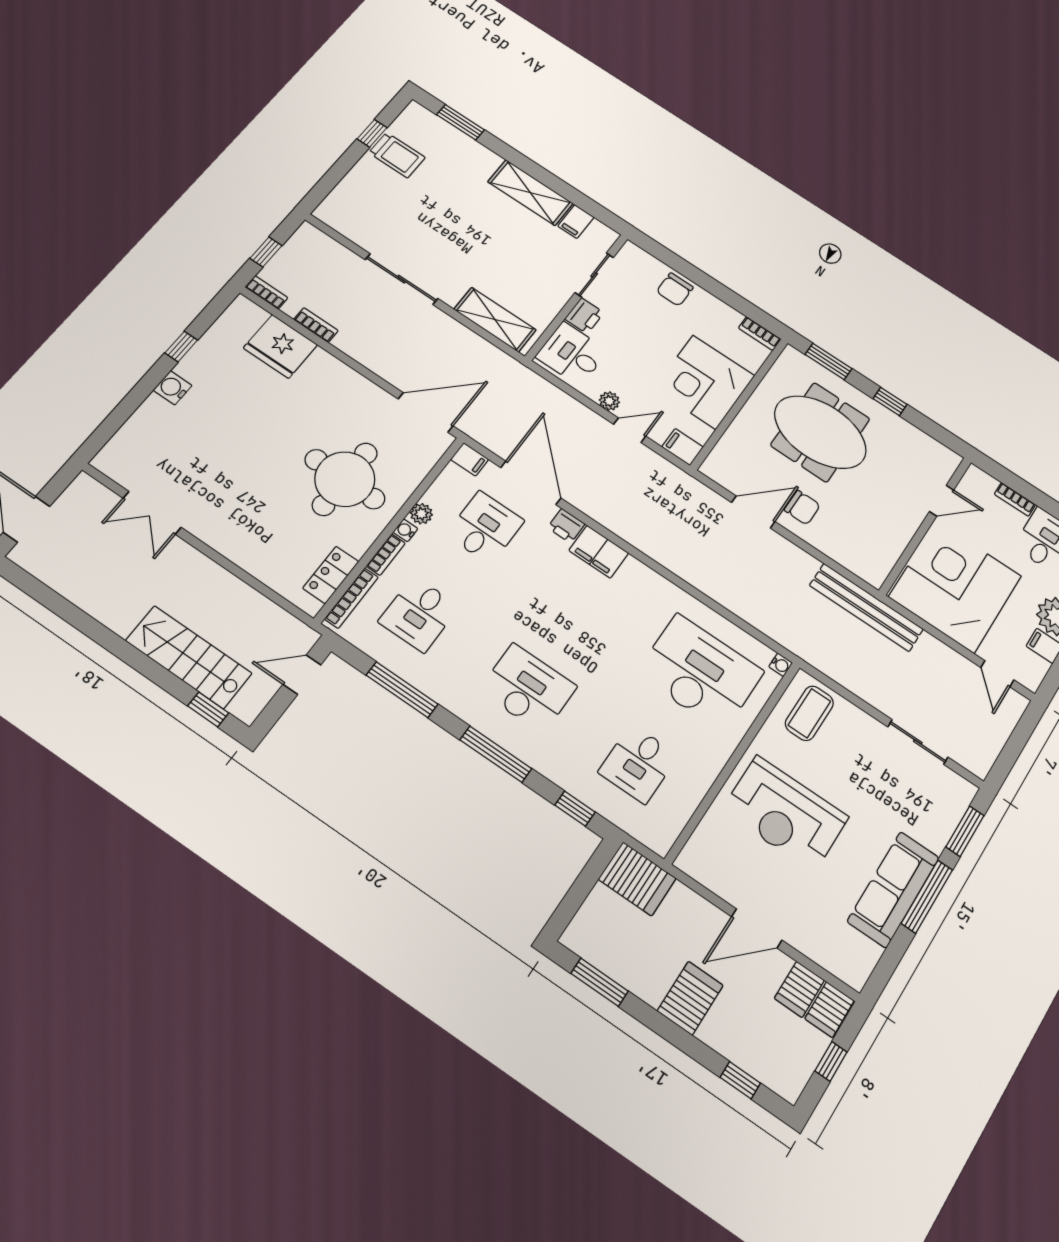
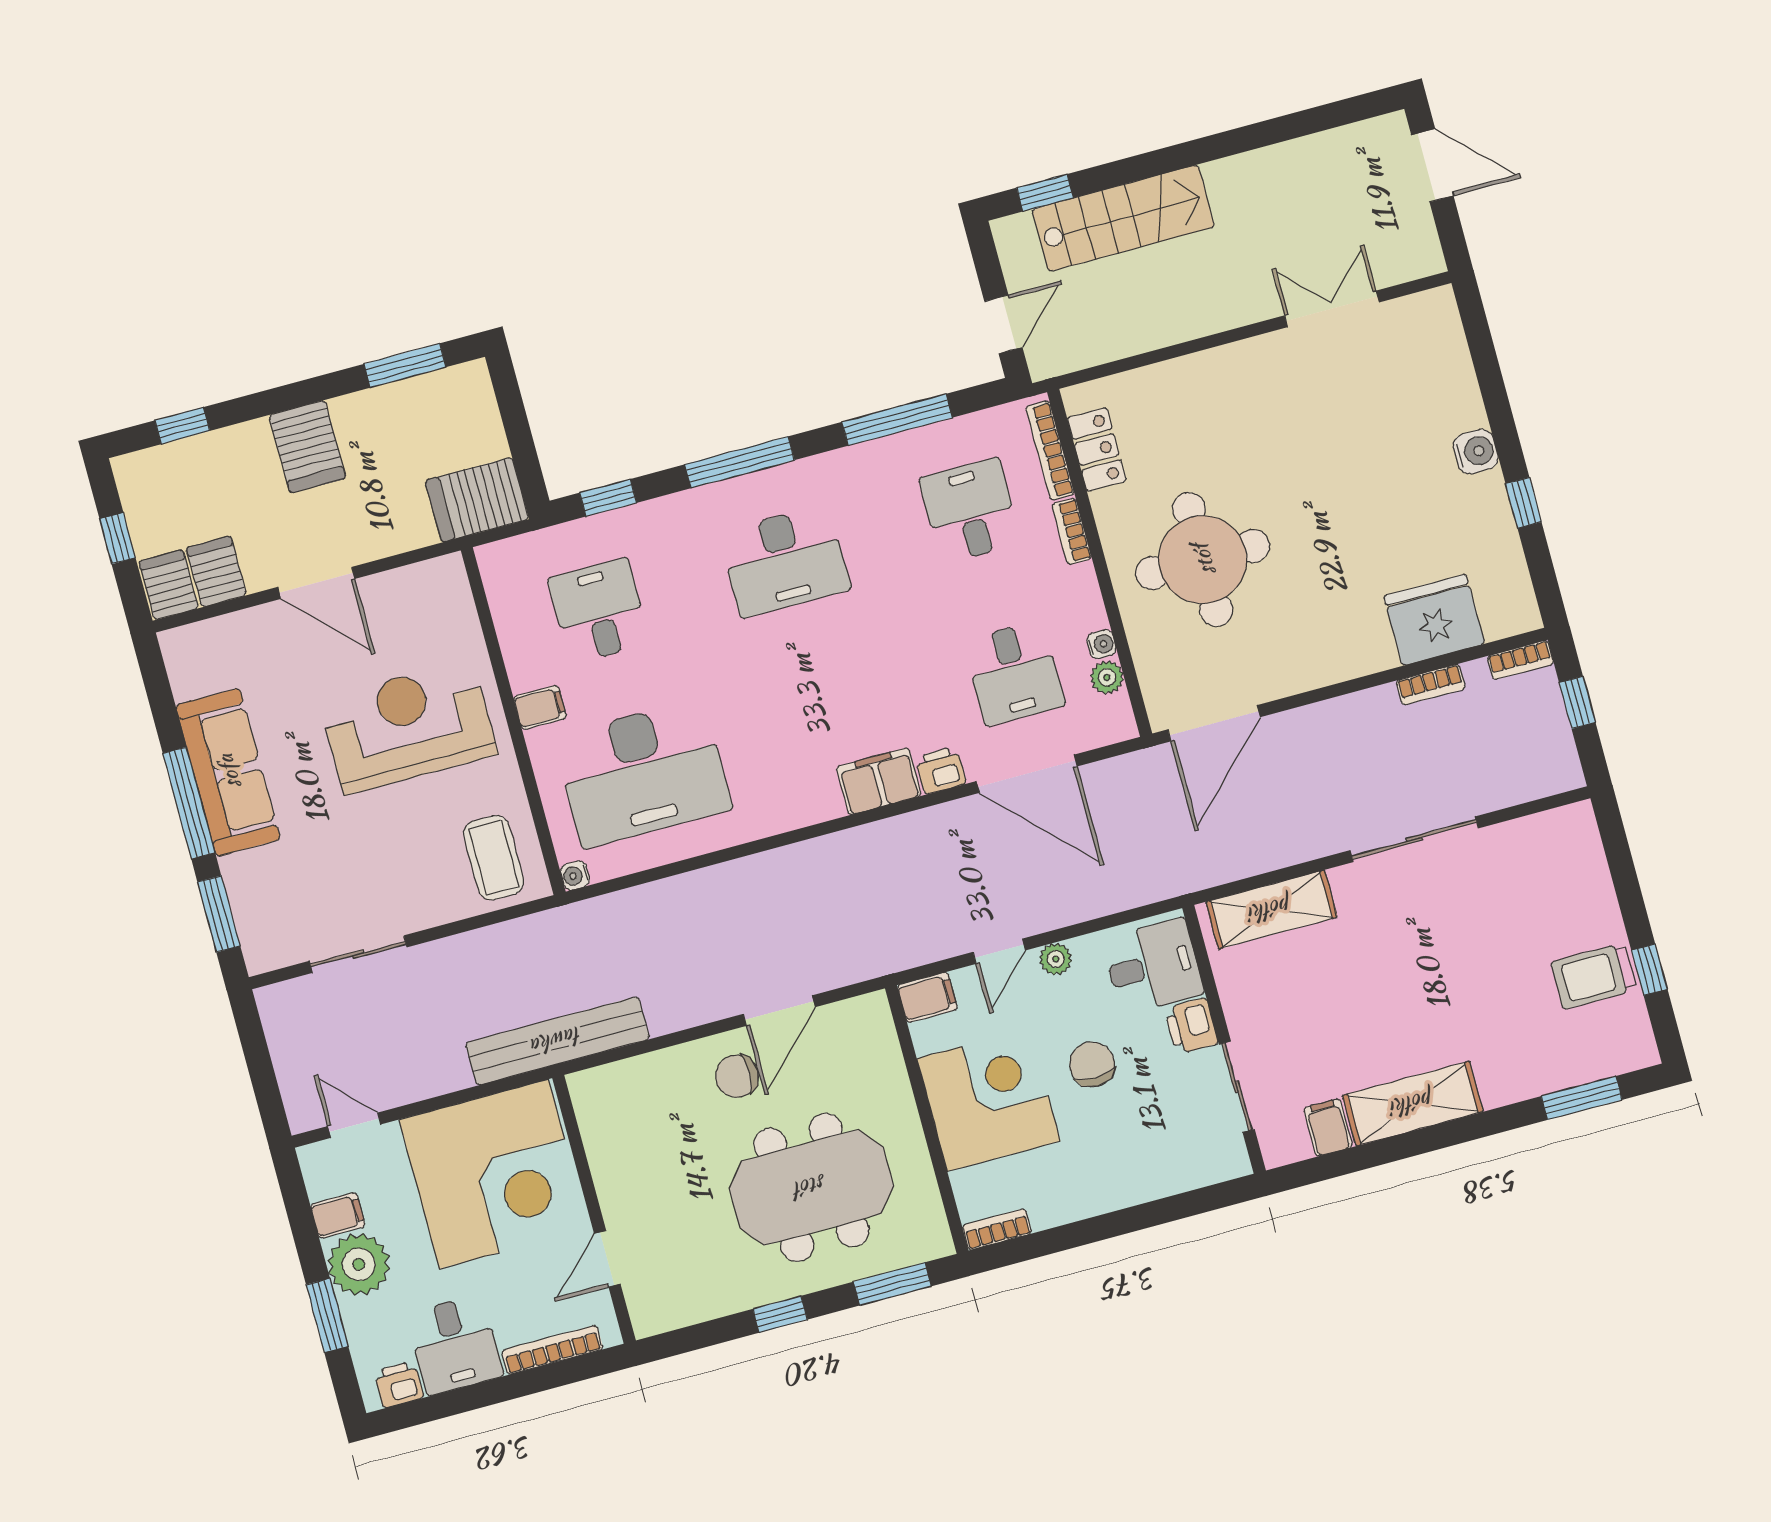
chair: (675, 289) -> (1092, 1064), moved
filing cabinet: (470, 459) -> (540, 707), moved, turned 180
bookcase: (1015, 499) -> (552, 1350), width x1.56
plant: (421, 514) -> (1107, 677), moved
water cooler: (405, 530) -> (1102, 644), moved
door: (757, 928) -> (316, 583), swing flipped

